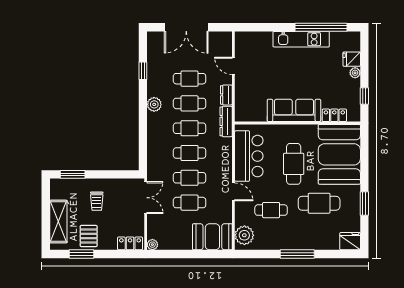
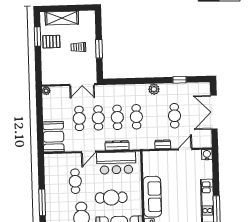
water cooler: (241, 38) -> (207, 155), added
cafe table: (190, 103) -> (155, 116), removed
dresser: (226, 121) -> (117, 145), moved
window: (73, 174) -> (99, 49), moved
plant: (244, 235) -> (55, 161), removed
locker: (130, 243) -> (47, 74), removed

